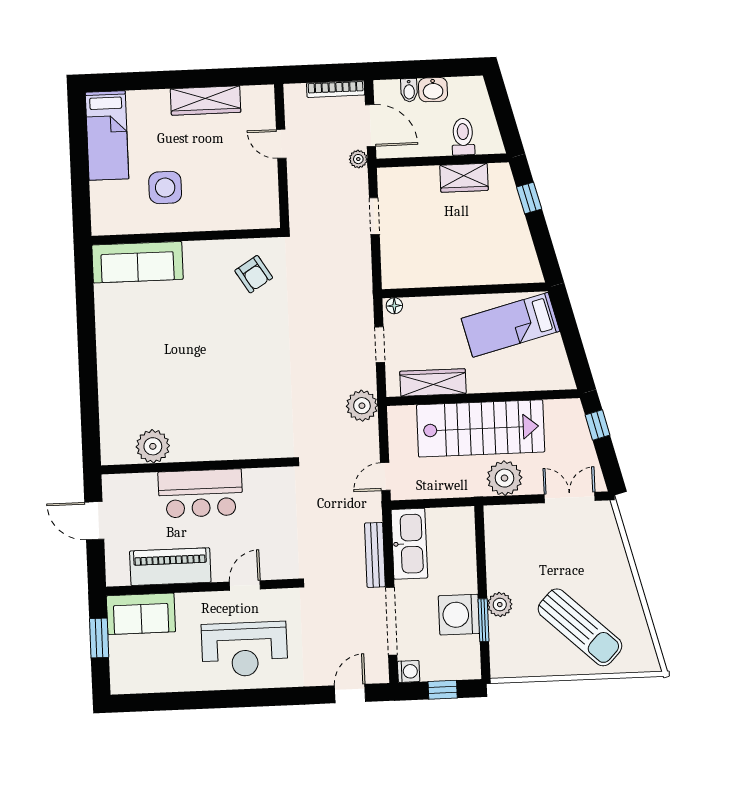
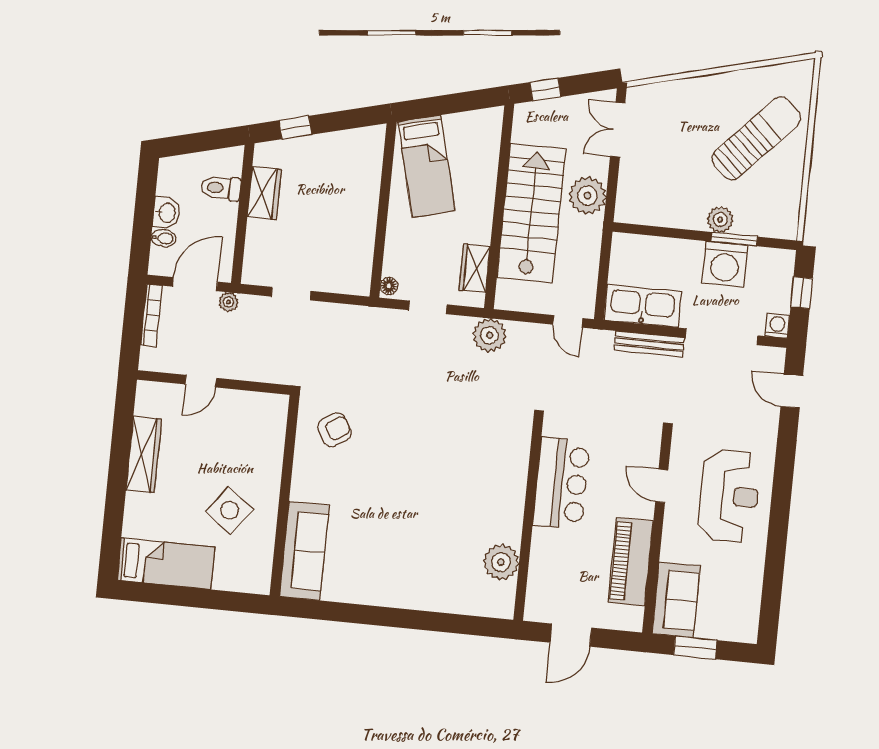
side table: (165, 188) -> (230, 510), turned 37
wardrobe: (433, 382) -> (475, 268), width x0.67
bar counter: (200, 493) -> (561, 483), moved

